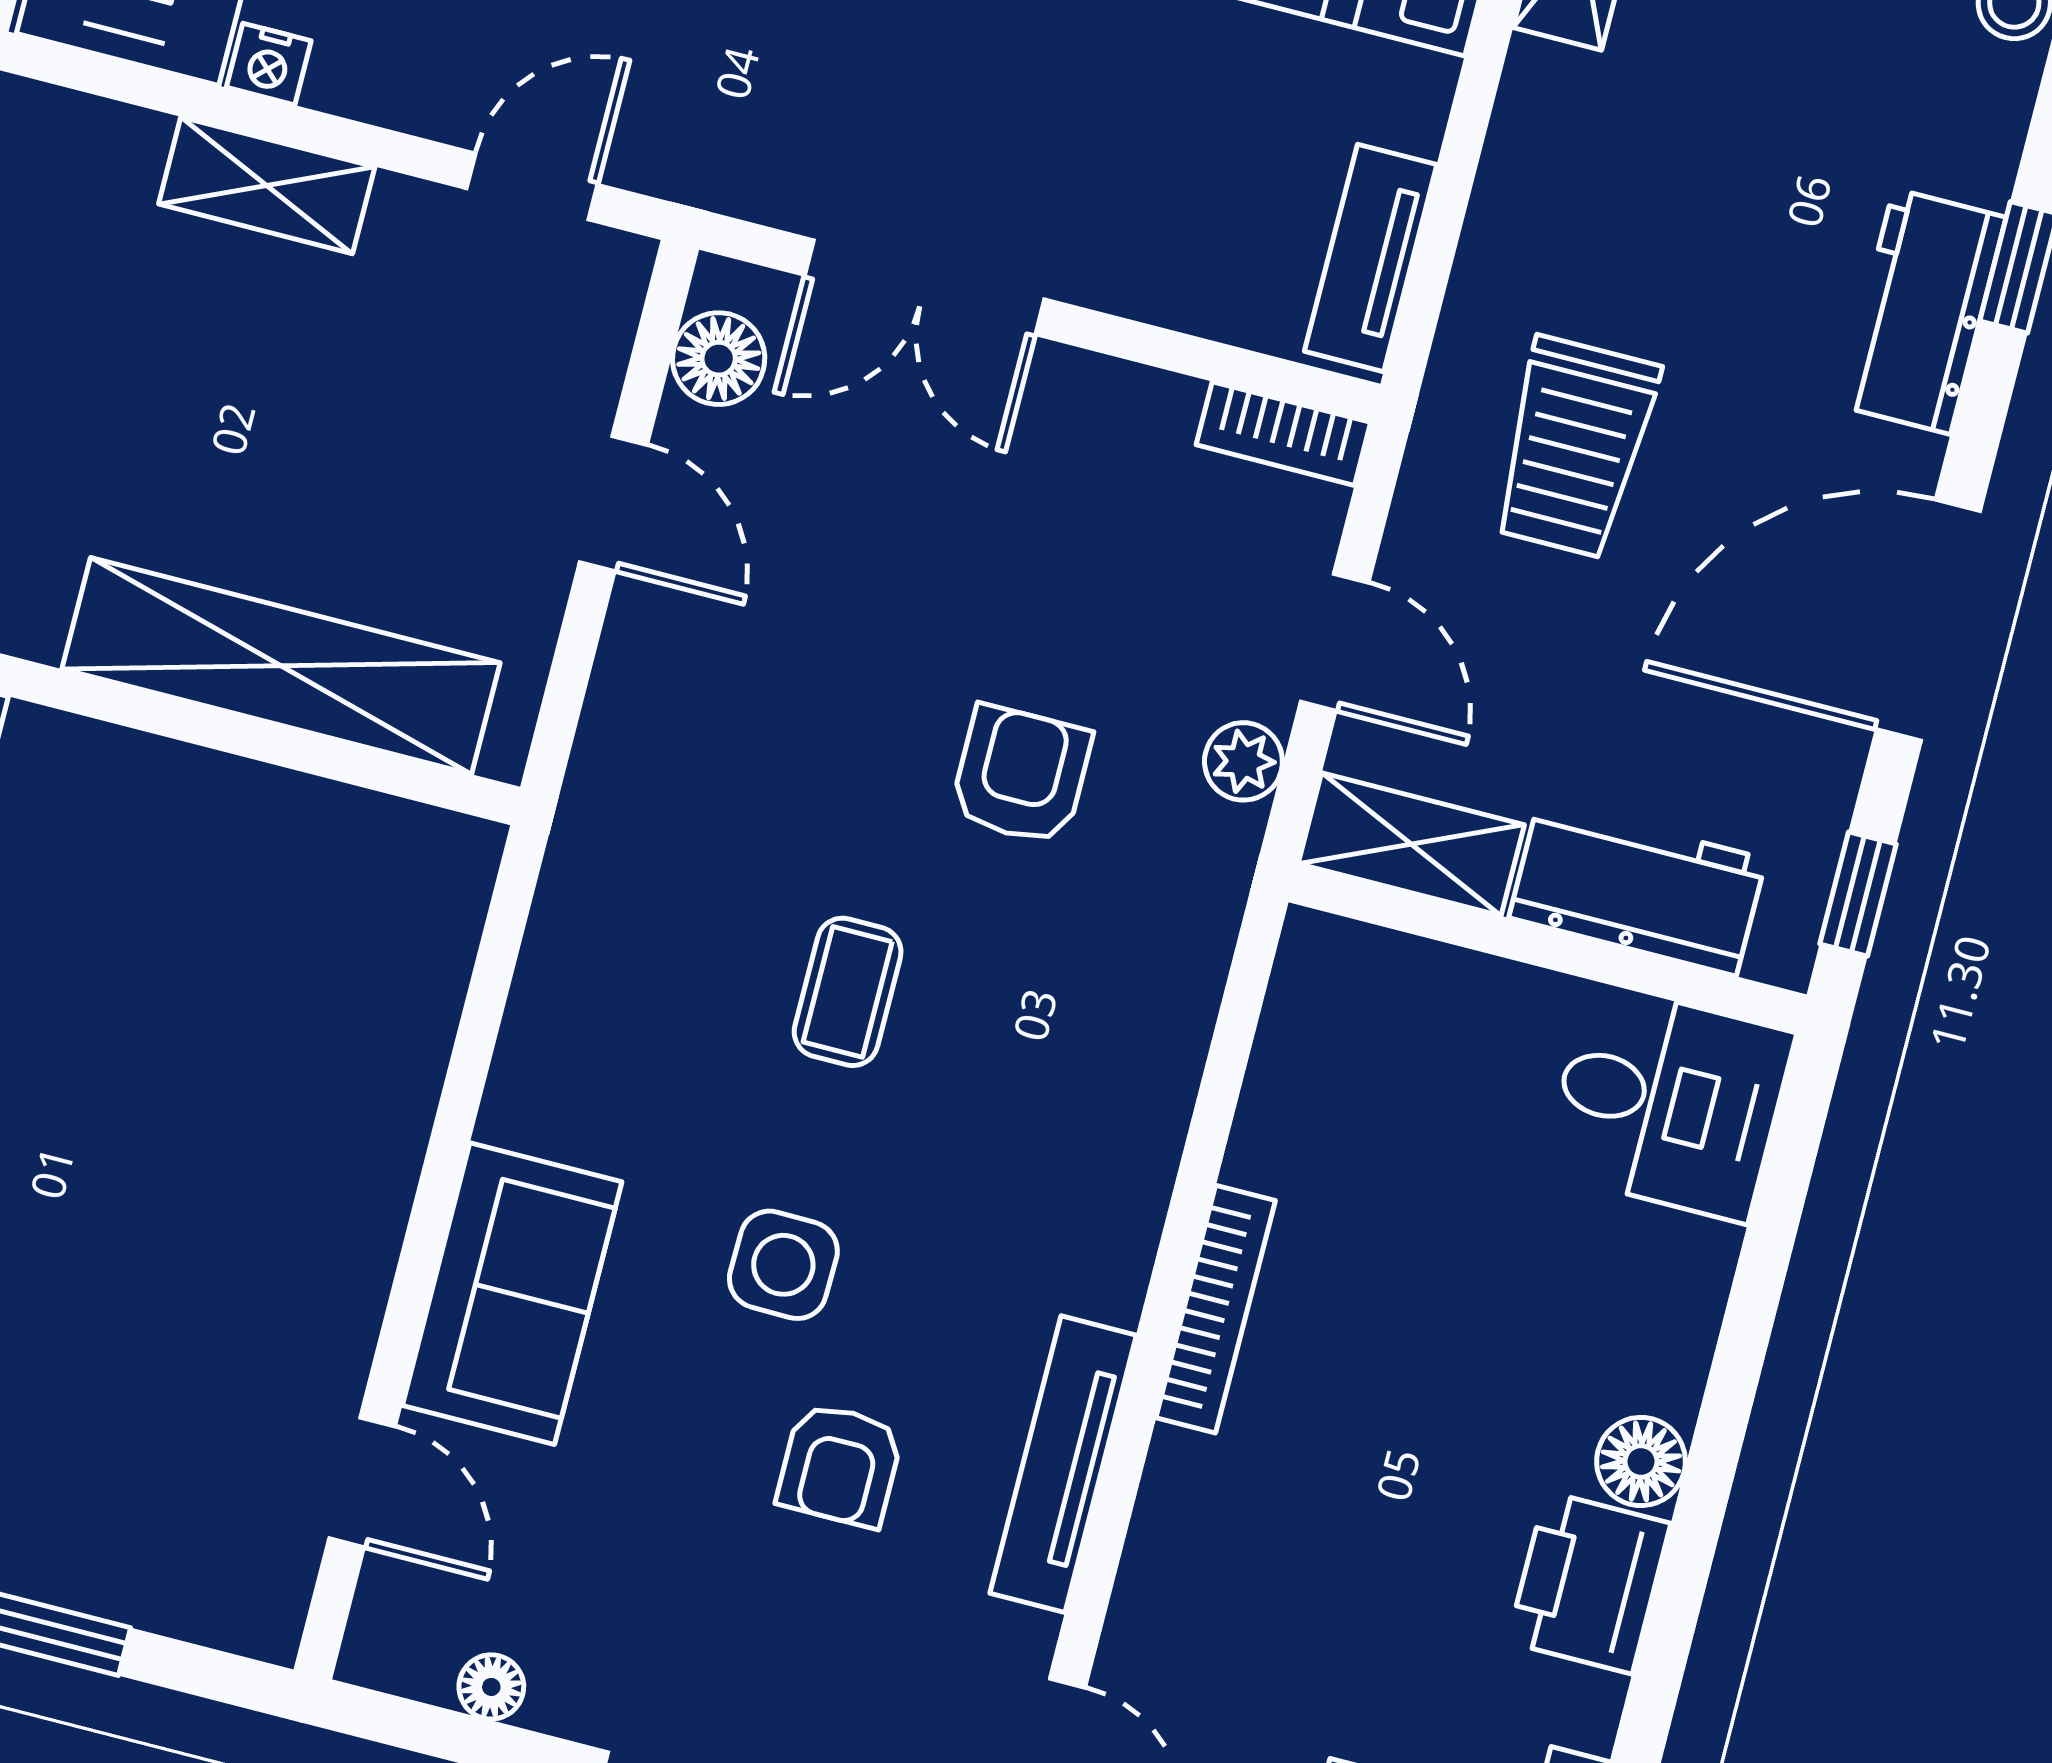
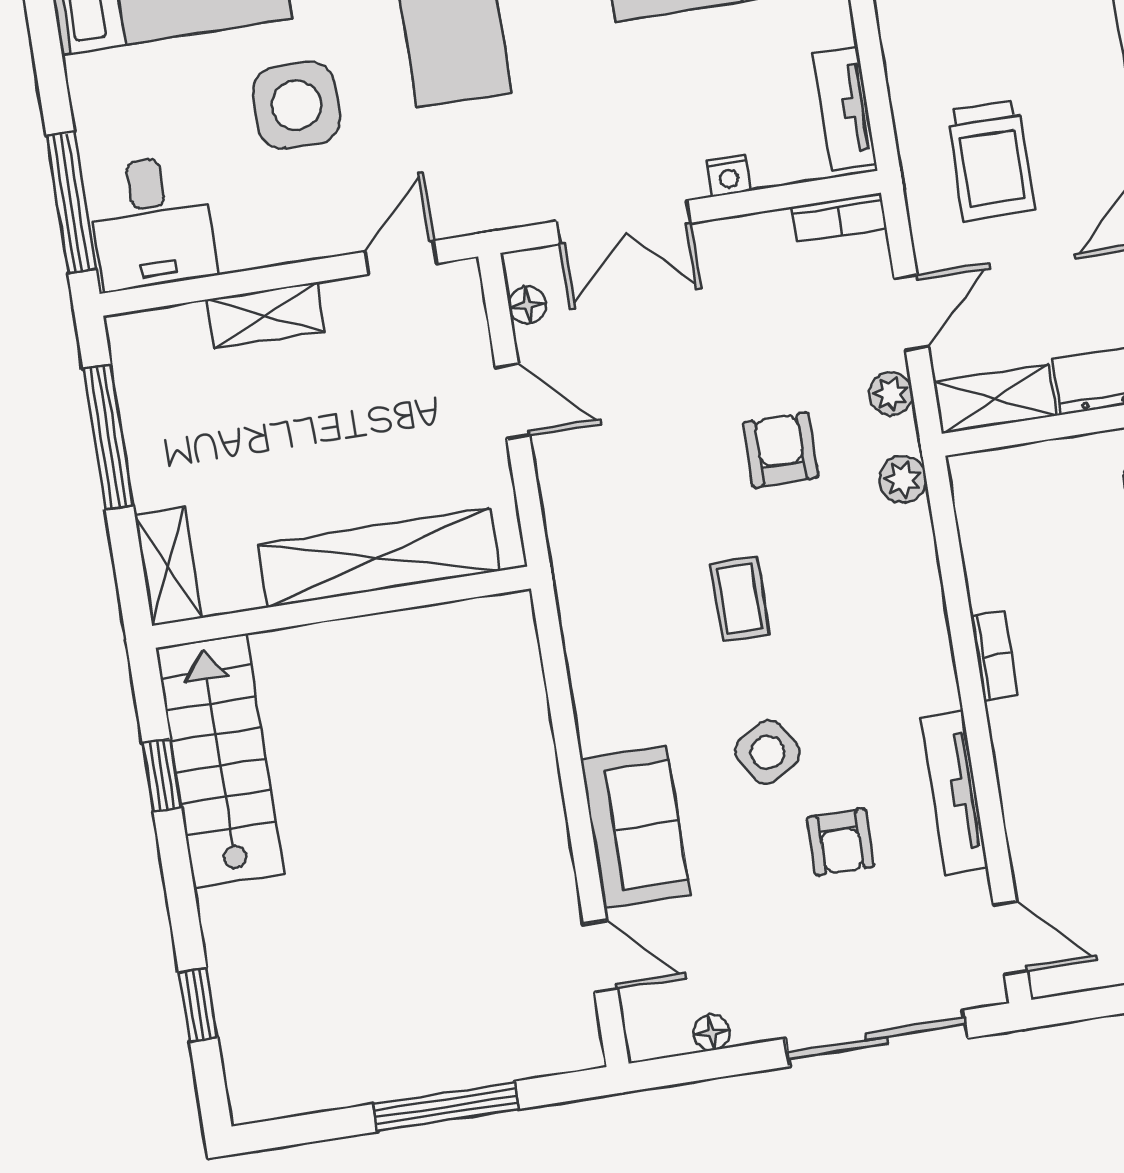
nightstand: (269, 64) -> (729, 176), moved
floor lamp: (719, 359) -> (527, 305), width x0.73, depth x0.73
door: (1335, 642) -> (911, 313), hinge flipped
plant: (1202, 911) -> (903, 479), added
side table: (783, 1265) -> (767, 752), turned -32
bookcase: (1216, 1309) -> (994, 656), width x0.64

